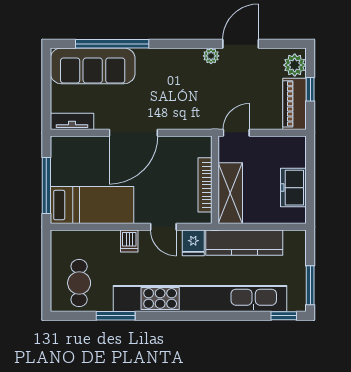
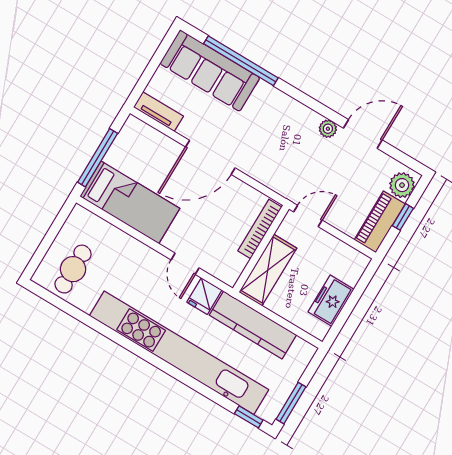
bookcase: (205, 185) -> (260, 229), moved
dishwasher: (129, 241) -> (145, 258), removed
window: (116, 316) -> (89, 321), removed

